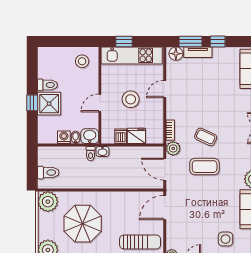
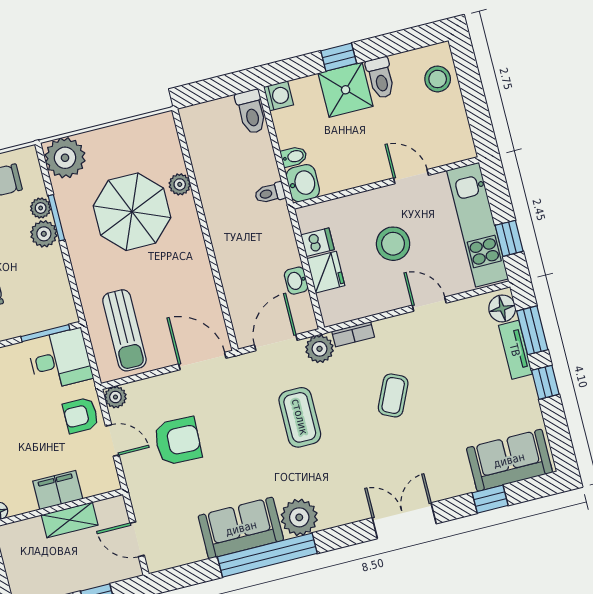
window: (124, 42) -> (509, 238), moved
stool: (82, 61) -> (438, 79), moved
door: (100, 103) -> (411, 177), moved
washing machine: (64, 137) -> (279, 96), moved
coffee table: (206, 137) -> (393, 395), moved
washbasin: (103, 151) -> (296, 281), moved
toilet: (48, 173) -> (251, 112), moved
plant: (48, 202) -> (180, 184), moved, width x0.53, depth x0.53
armchair: (201, 230) -> (178, 441), added
side table: (226, 239) -> (171, 492), removed

